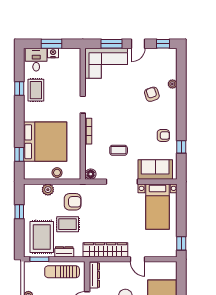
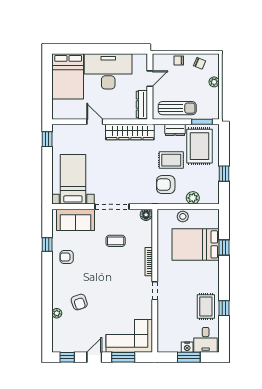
bed: (45, 142) -> (196, 244), width x0.73
window: (19, 154) -> (224, 247), moved

